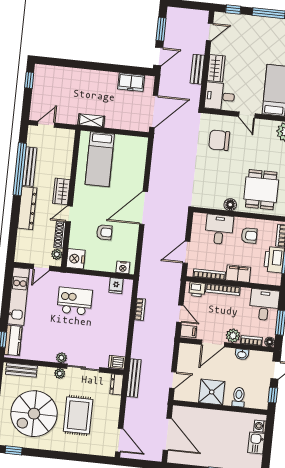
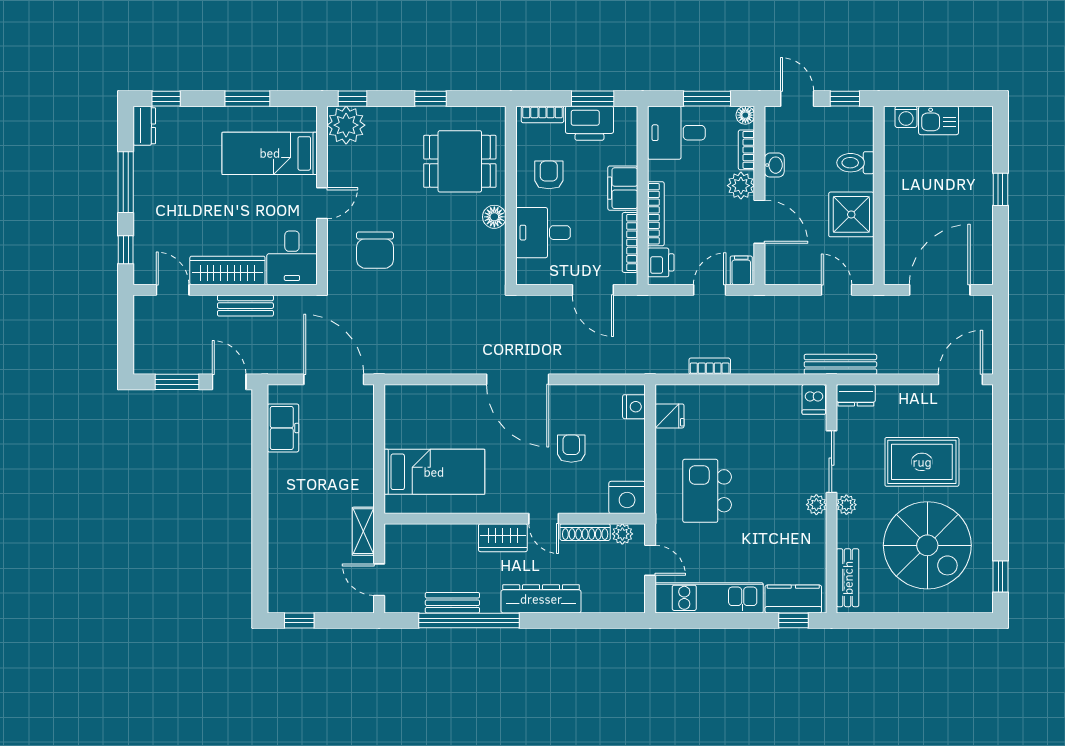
wardrobe: (216, 68) -> (227, 270), width x1.50
shelving: (91, 121) -> (363, 531), moved
bench: (30, 167) -> (452, 603), width x0.73

